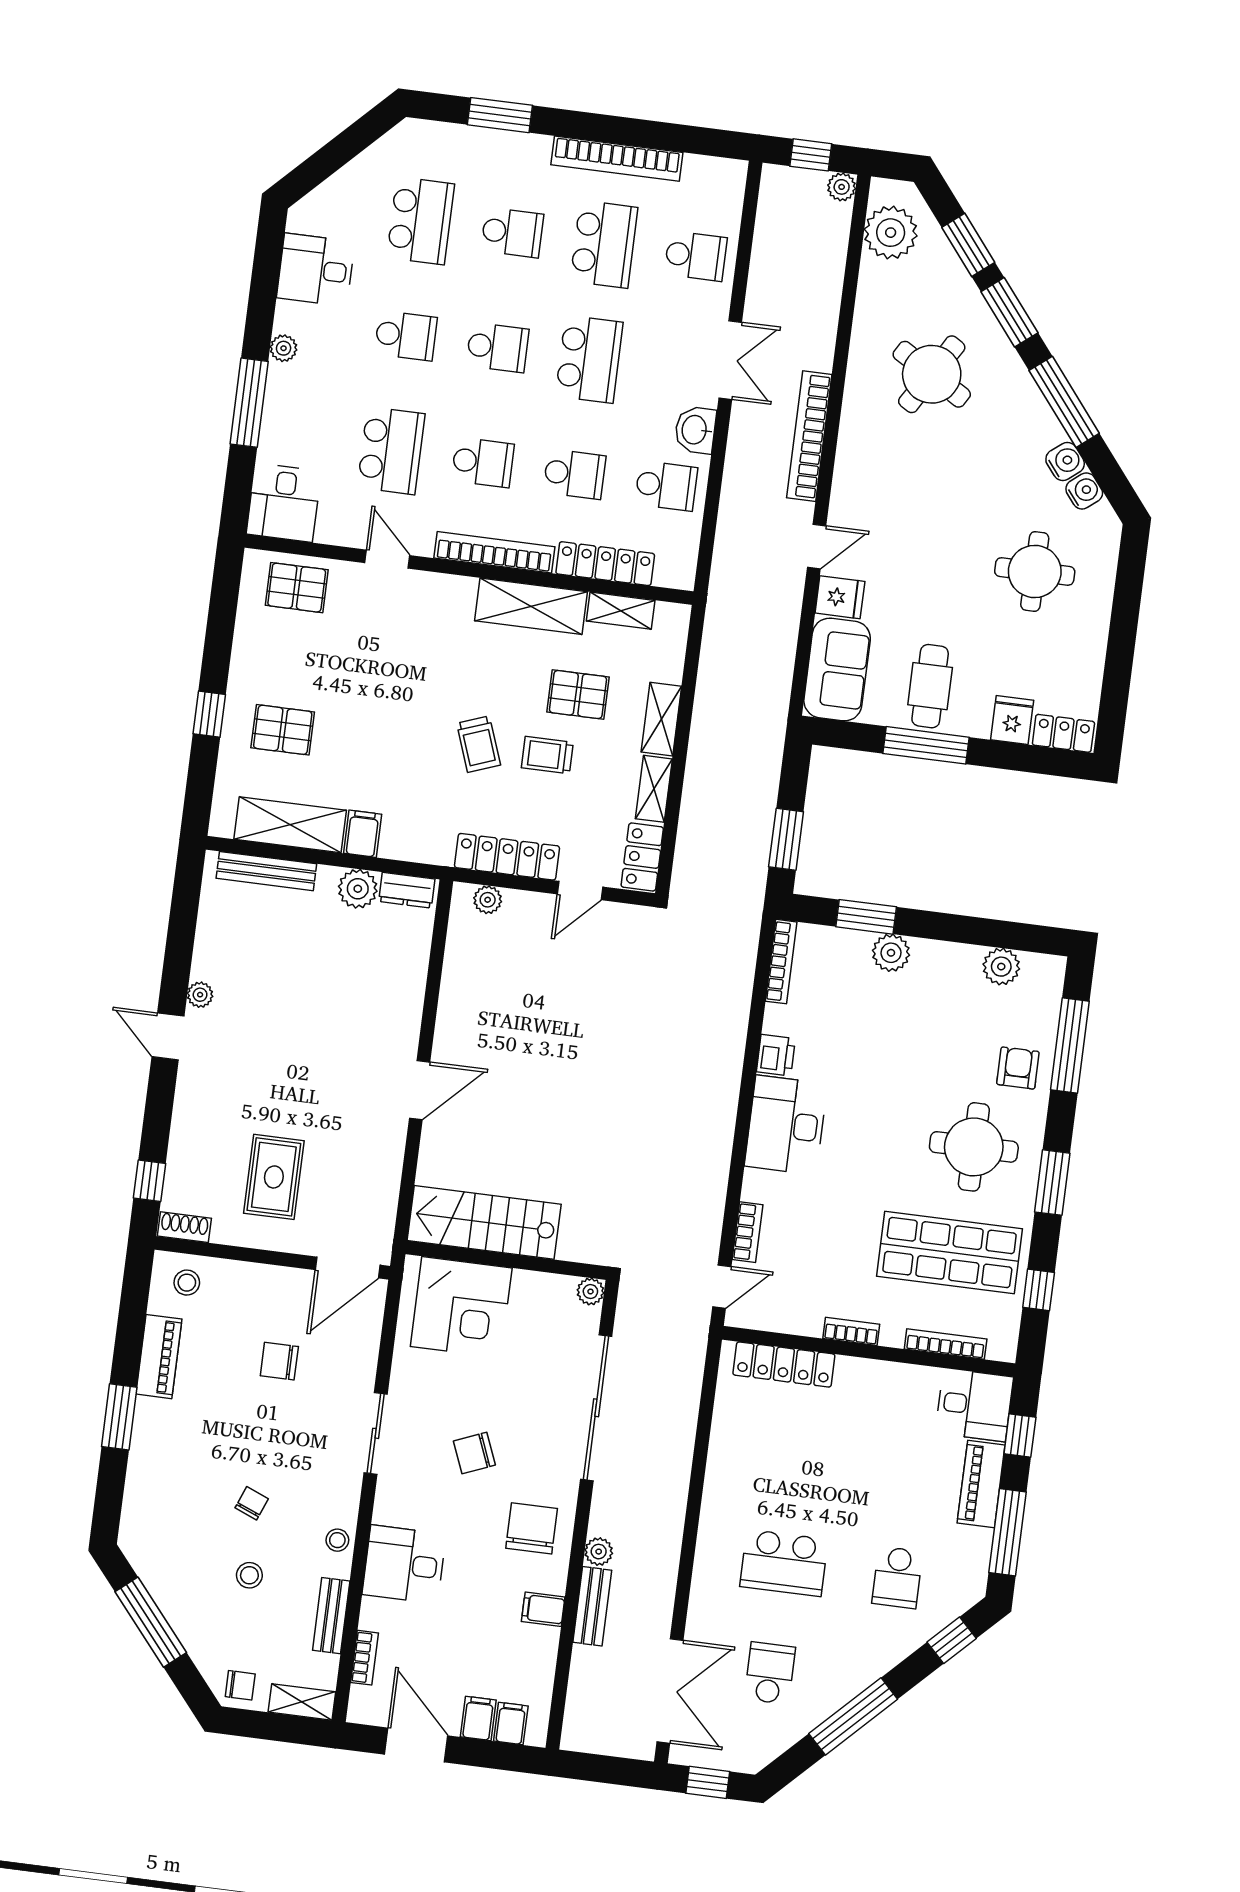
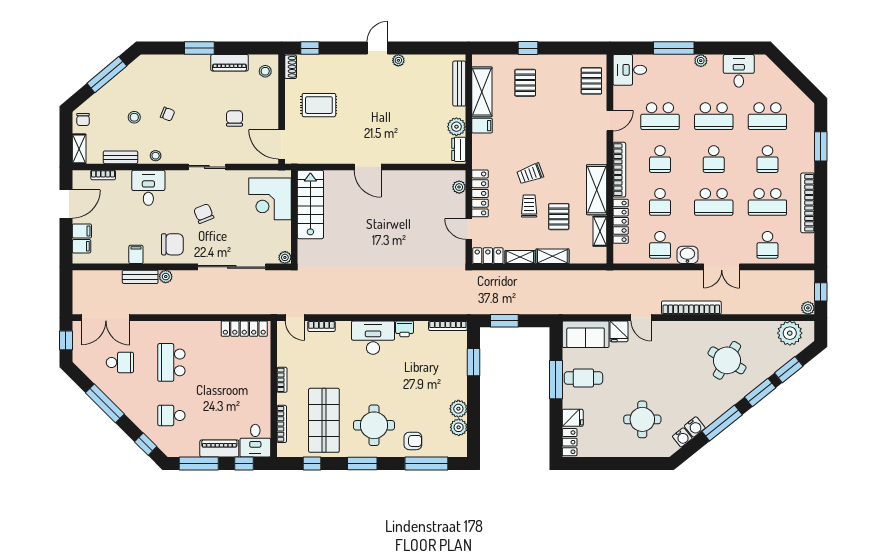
school desk: (406, 336) -> (714, 116), width x1.85
plant: (891, 953) -> (458, 409), moved
locker: (784, 1365) -> (244, 329), moved, turned -90

